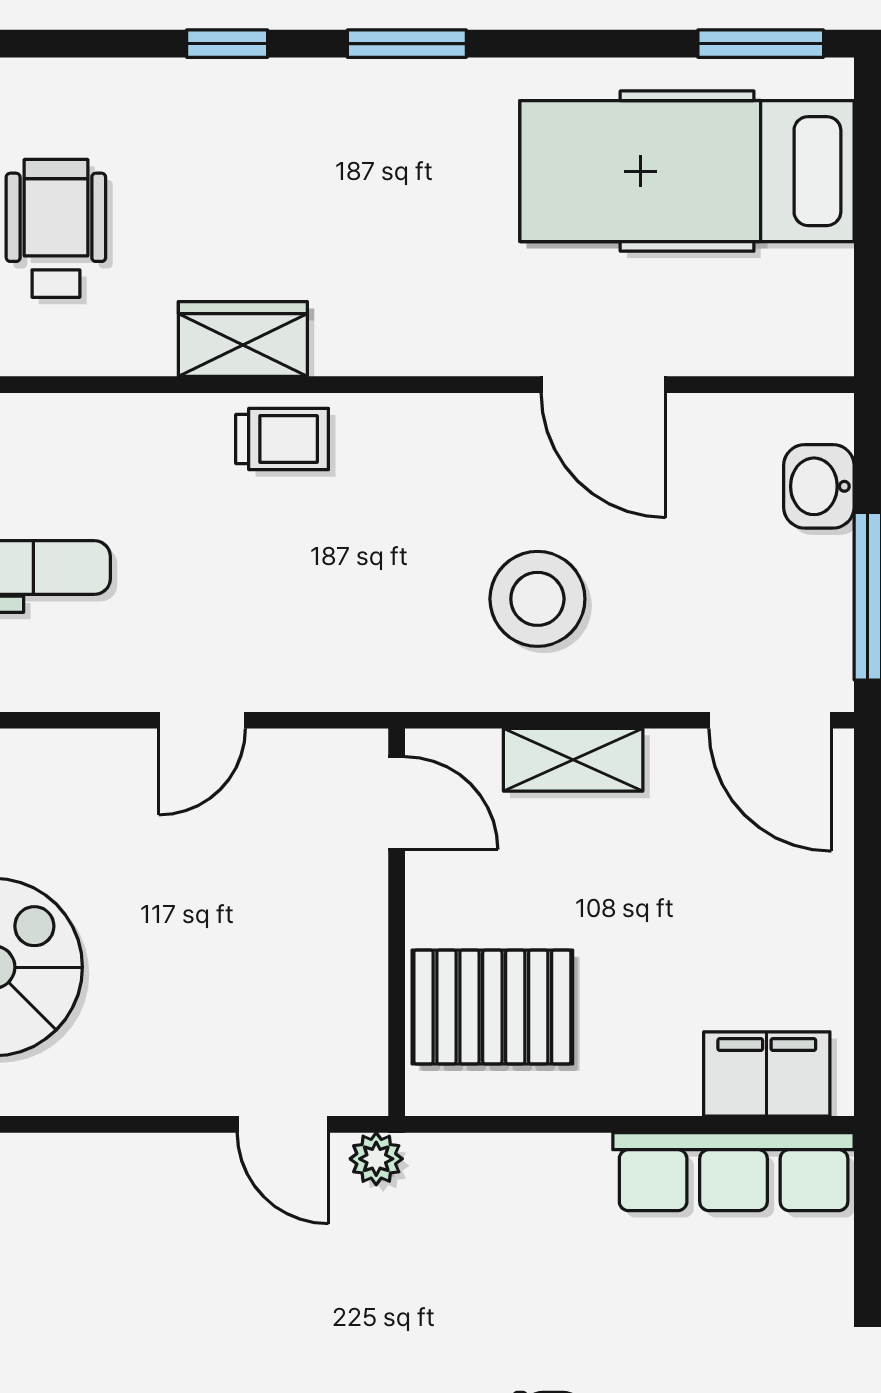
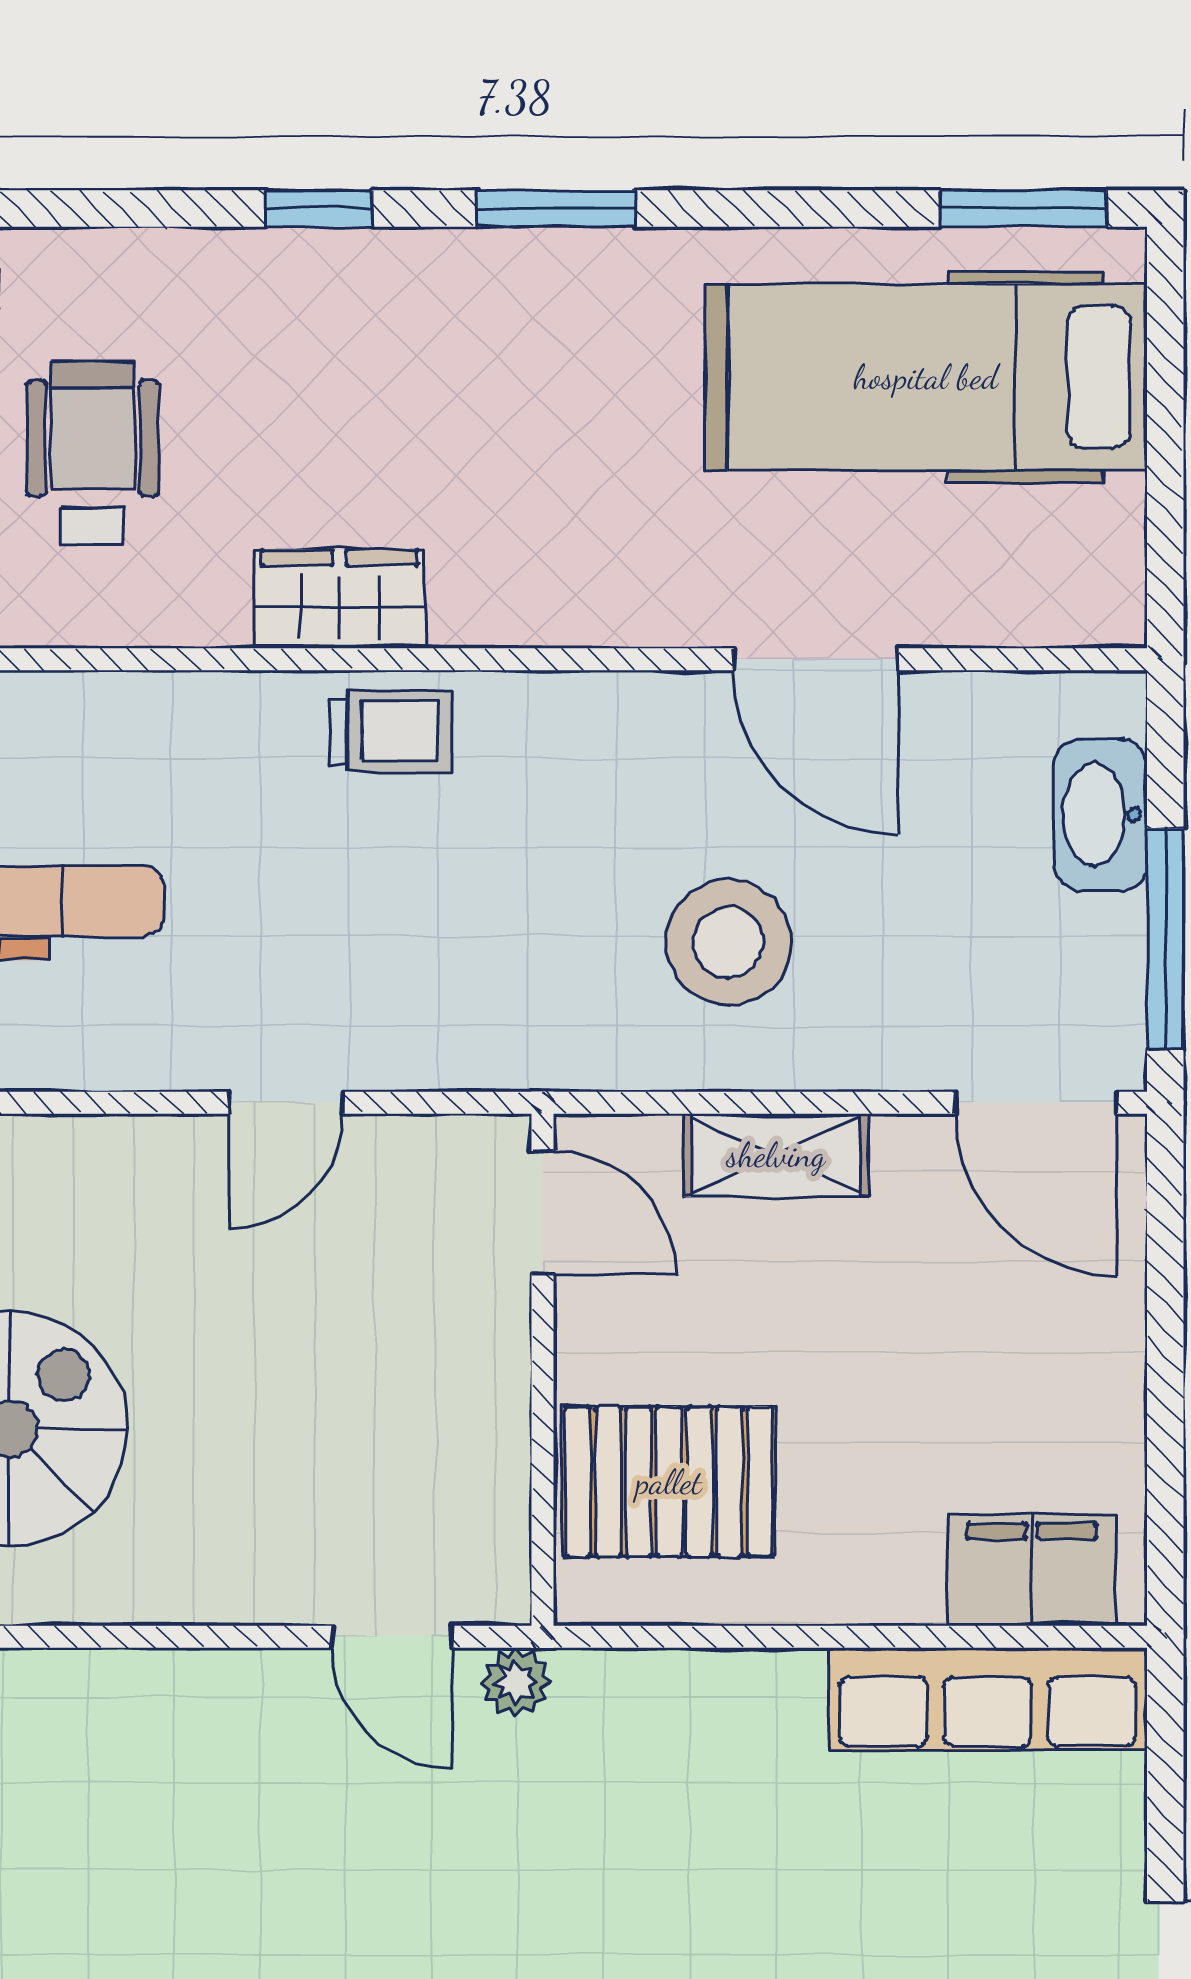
washbasin: (819, 486) -> (1100, 815), width x1.38

